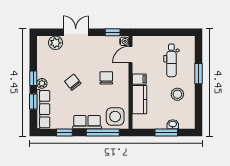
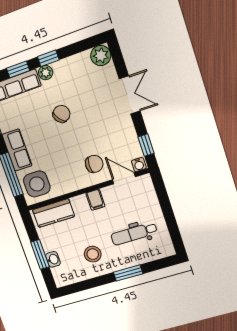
plant: (56, 43) -> (101, 56), moved
chair: (106, 78) -> (94, 164), moved
kitchen counter: (139, 100) -> (53, 213), moved

